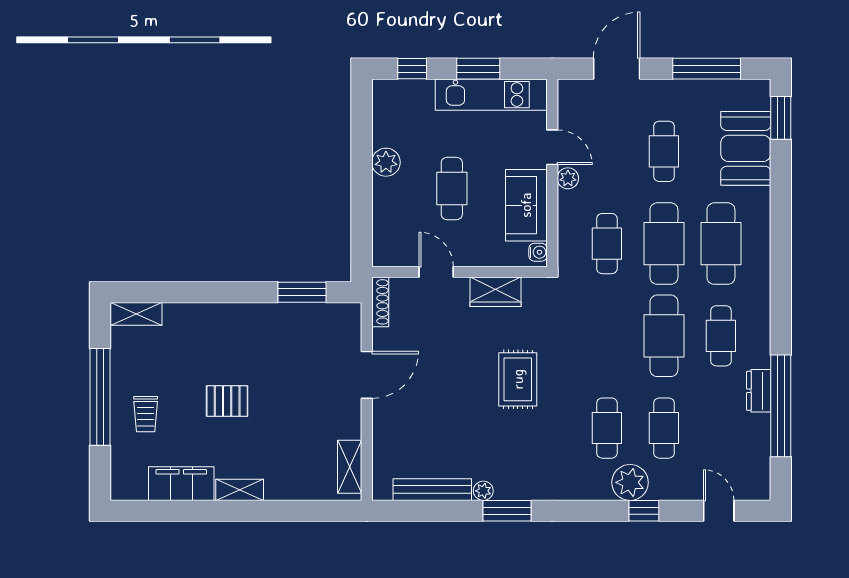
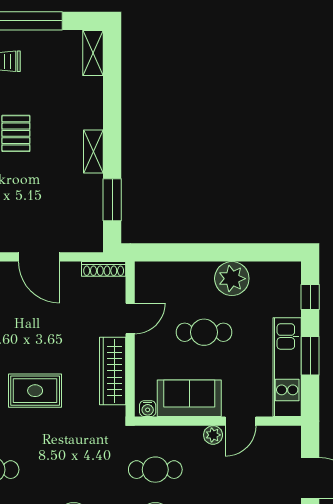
plant: (386, 162) -> (232, 279), width x1.36, depth x1.36
wardrobe: (496, 292) -> (113, 371), width x1.50
shelving: (248, 313) -> (93, 152), added

